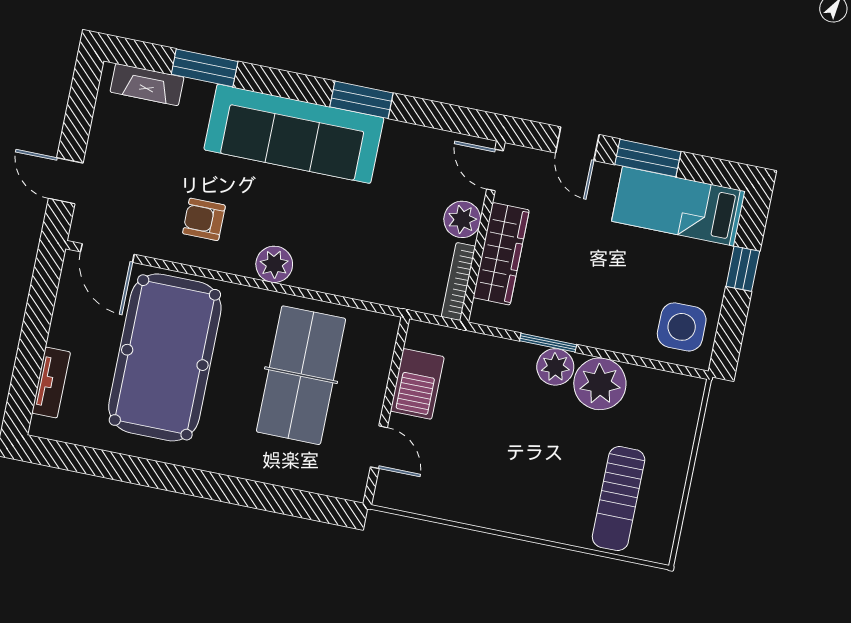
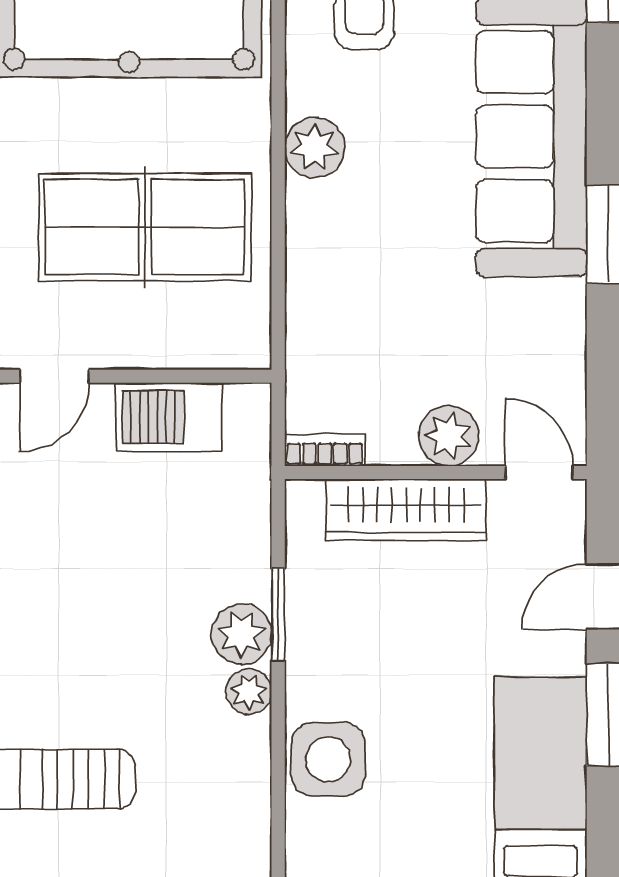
door: (495, 170) -> (539, 472), hinge flipped
bookcase: (458, 282) -> (325, 450), width x0.64
side table: (682, 327) -> (328, 759), moved
plant: (600, 384) -> (249, 692), width x0.53, depth x0.53

